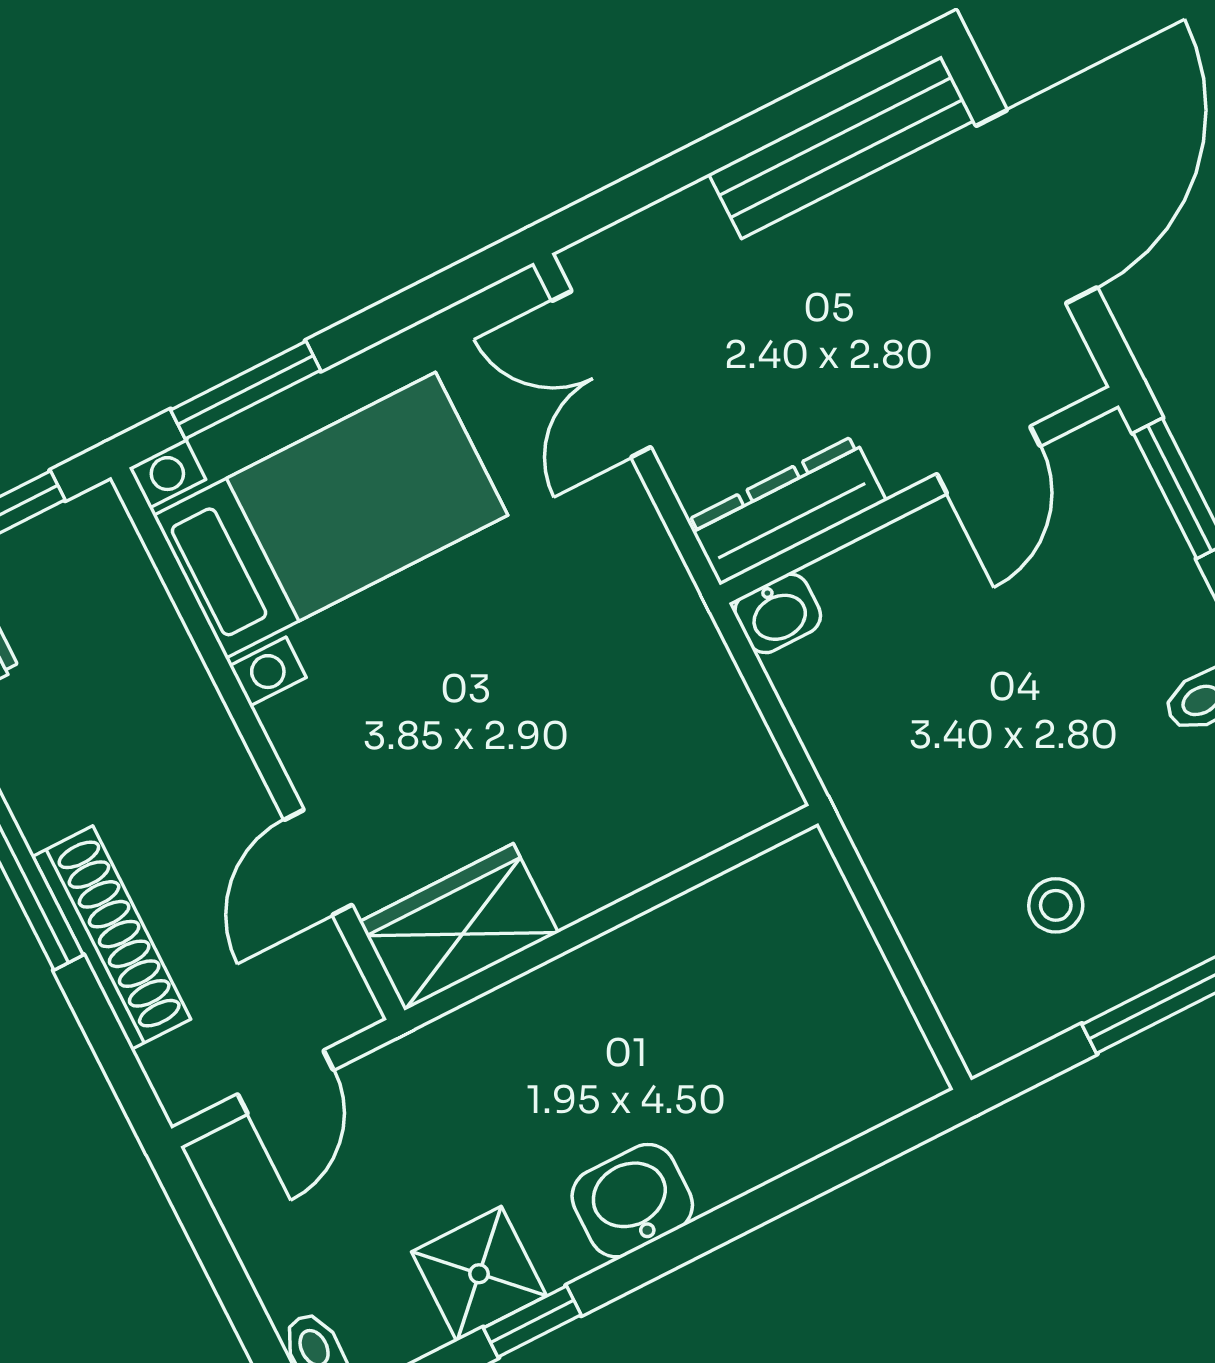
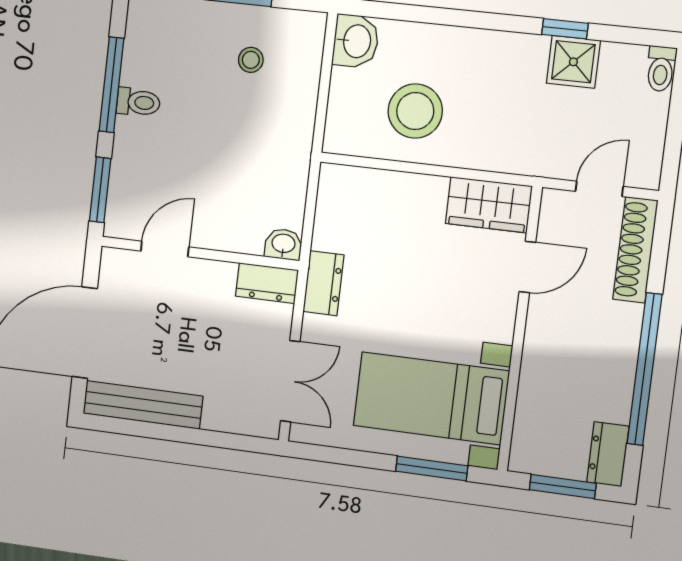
dresser: (787, 510) -> (267, 283), width x0.70
dresser: (659, 591) -> (323, 283), added
shoe rack: (112, 938) -> (635, 250), moved
stool: (699, 1007) -> (415, 111), added
washbasin: (632, 1201) -> (356, 41), moved, turned -90

